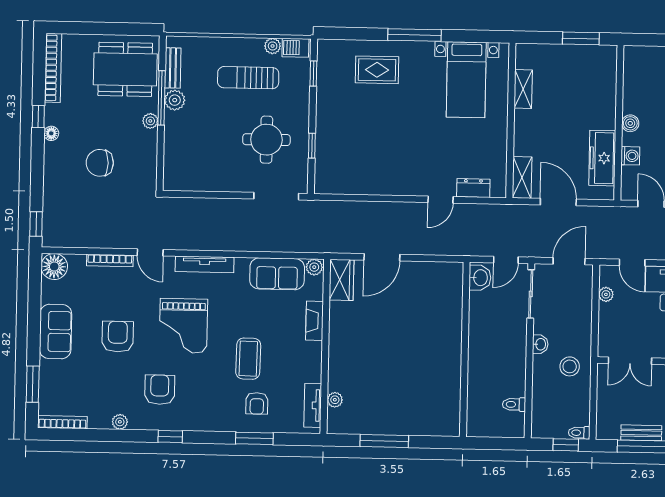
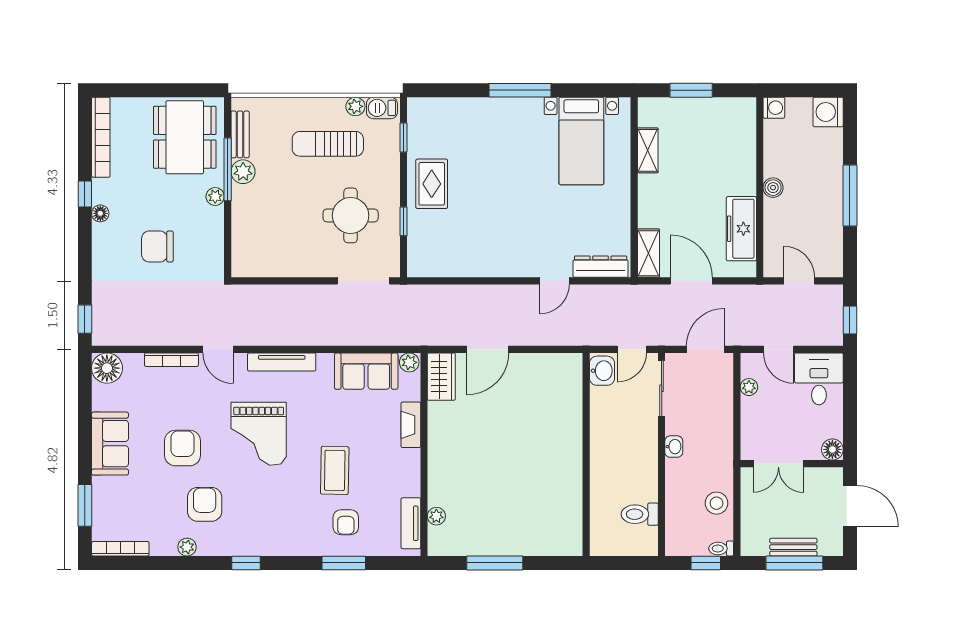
window: (581, 38) -> (691, 90), moved
dining table: (125, 69) -> (185, 137), turned 90
rug: (377, 70) -> (432, 184), moved, turned 90
washing machine: (630, 156) -> (774, 108), moved
dresser: (473, 188) -> (601, 267), width x1.44
stool: (570, 366) -> (717, 503), moved
armchair: (160, 390) -> (205, 504), moved
toilet: (514, 404) -> (640, 514), width x1.37, depth x1.39

